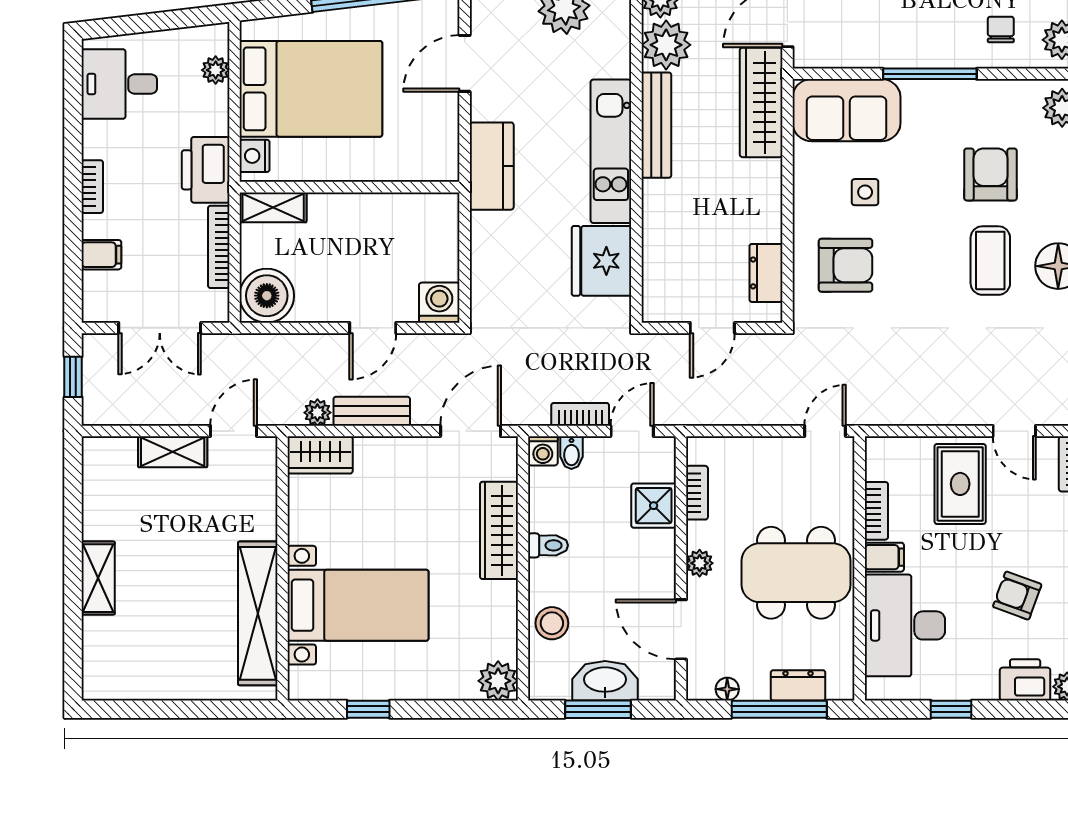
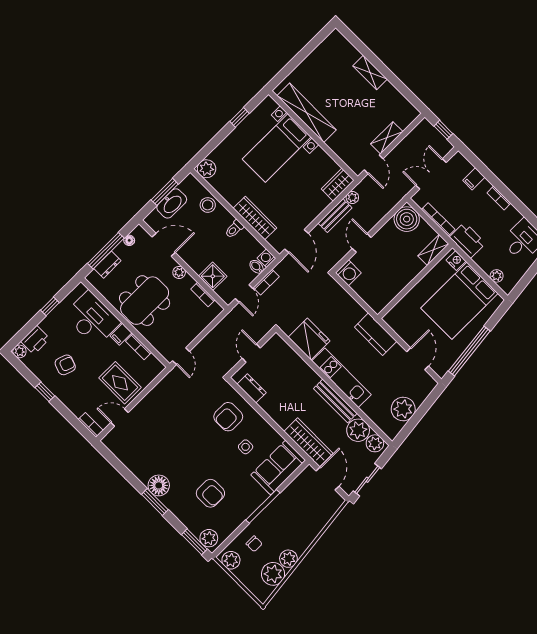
coffee table: (990, 261) -> (183, 465), removed

